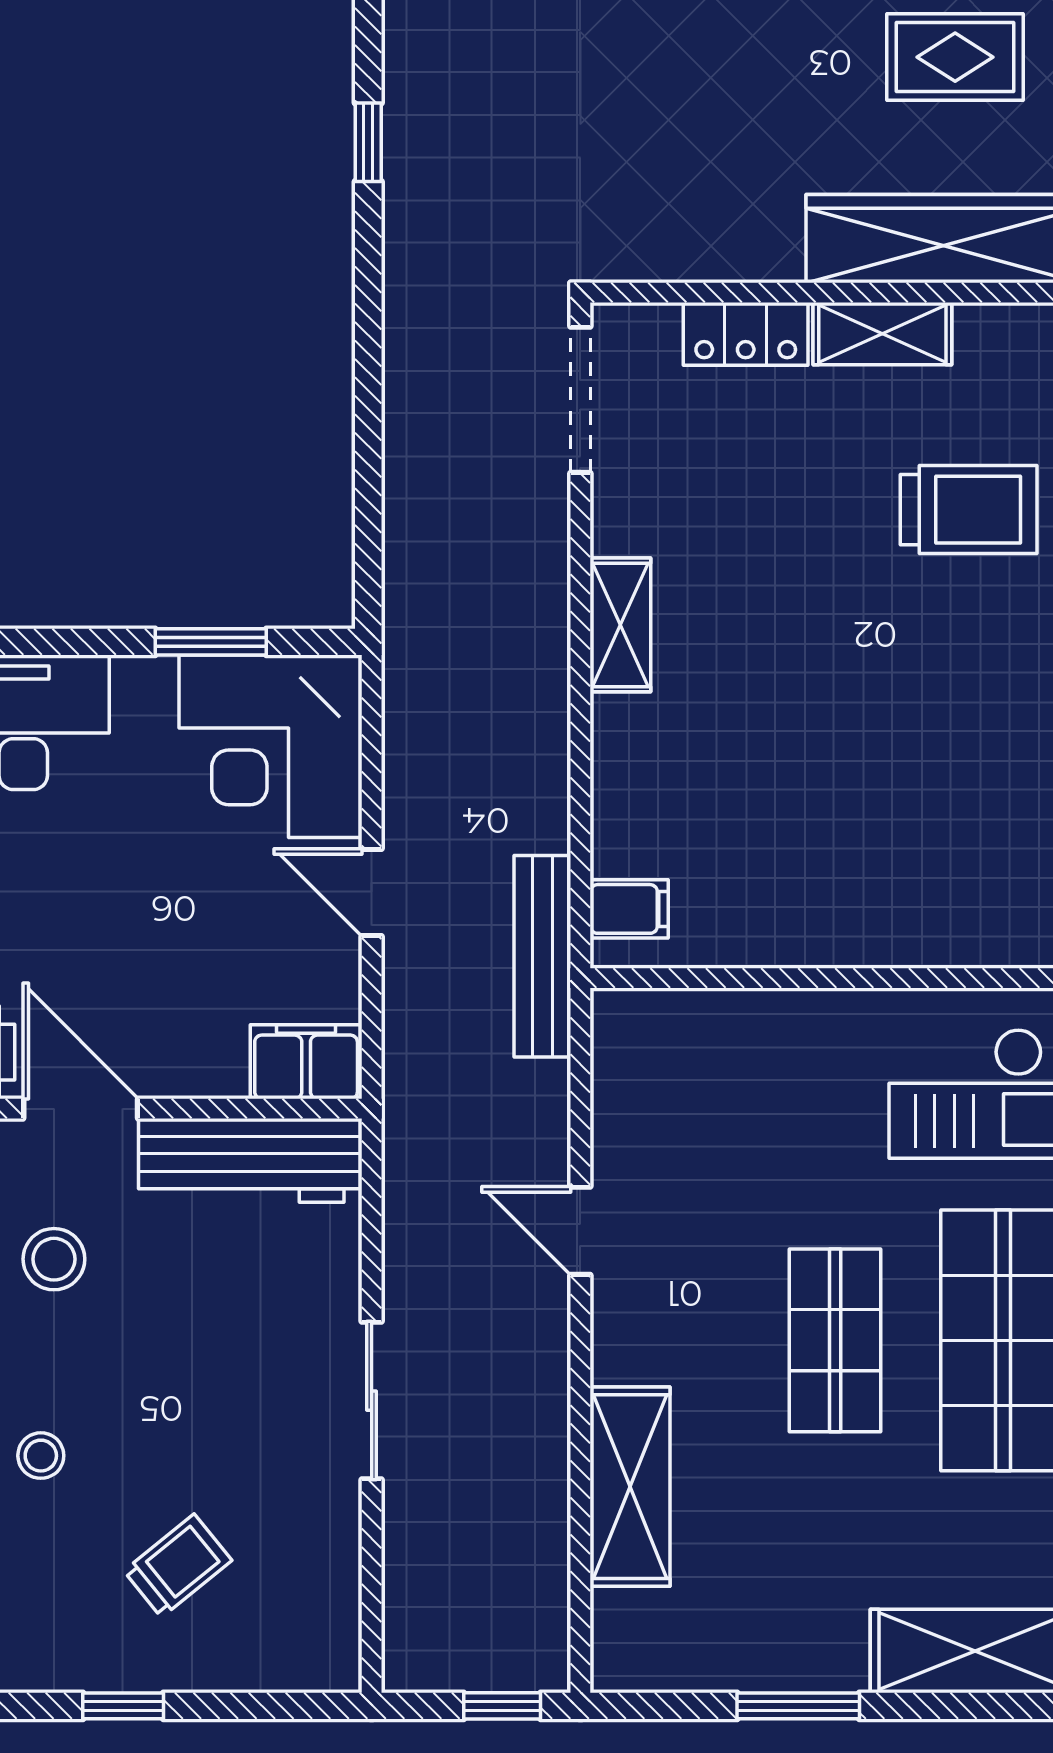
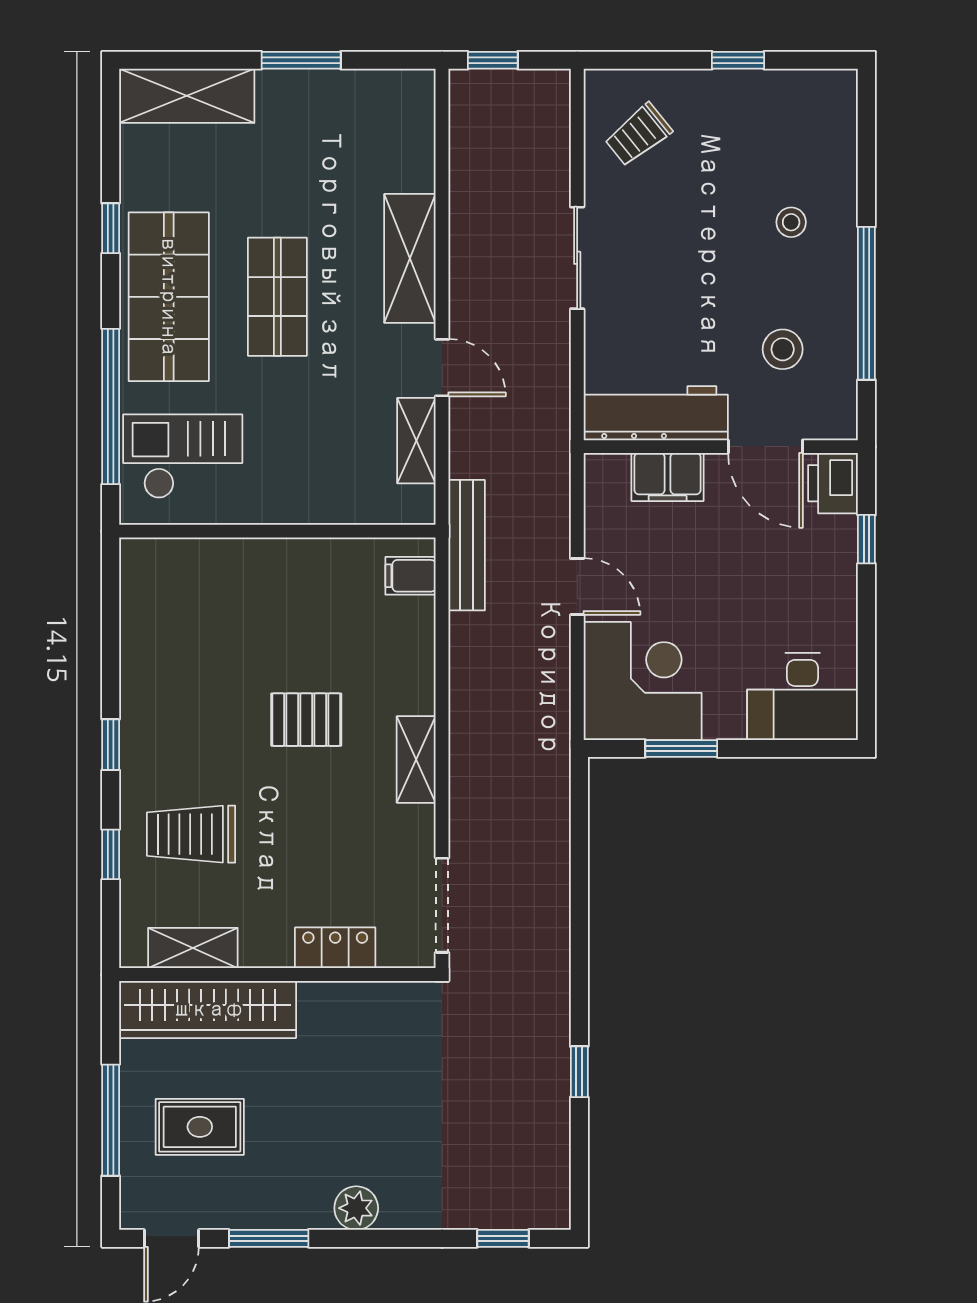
shelving: (882, 334) -> (193, 948), moved
pallet: (790, 687) -> (306, 720), added
filing cabinet: (306, 1062) -> (668, 477), moved
shelving: (620, 1118) -> (416, 441), added
shelving: (630, 1487) -> (410, 258), moved
trolley: (178, 1566) -> (638, 135), moved

